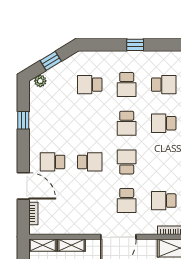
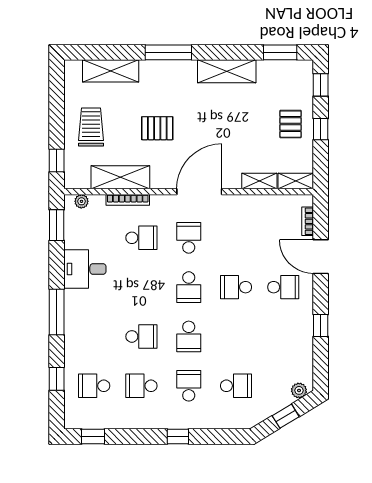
window: (23, 120) -> (321, 326), moved
school desk: (127, 123) -> (189, 336), turned 180

